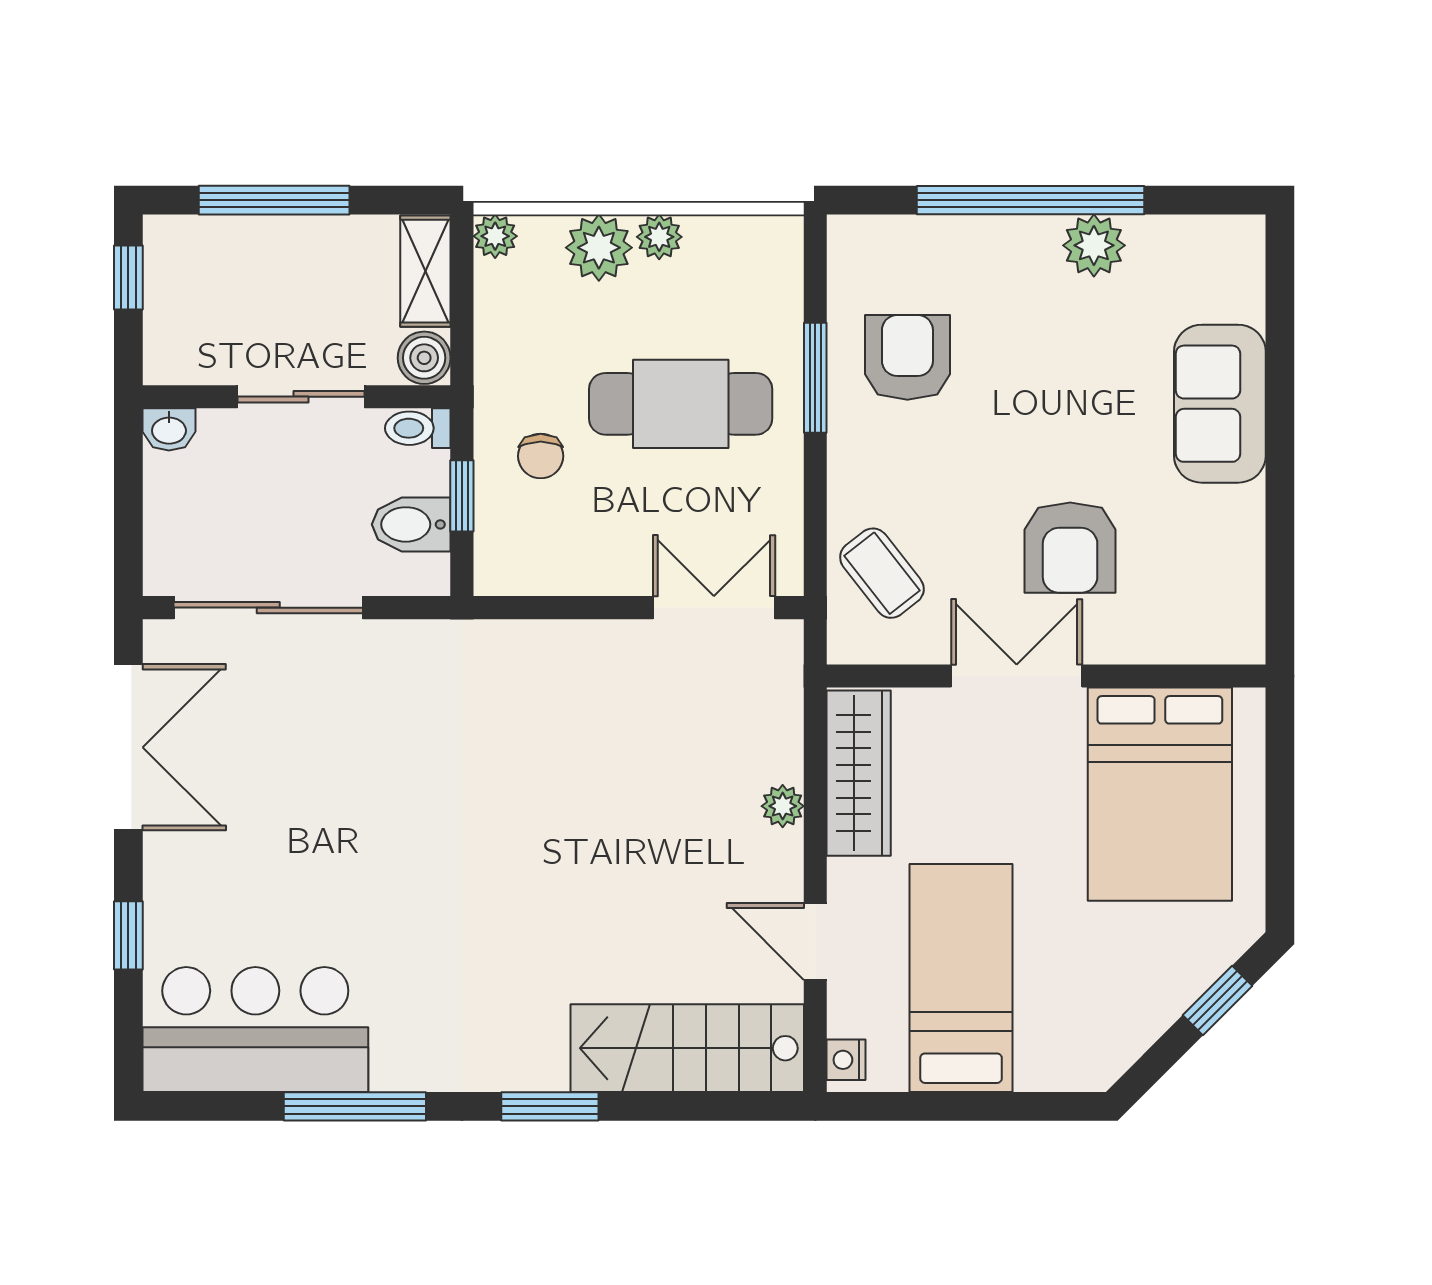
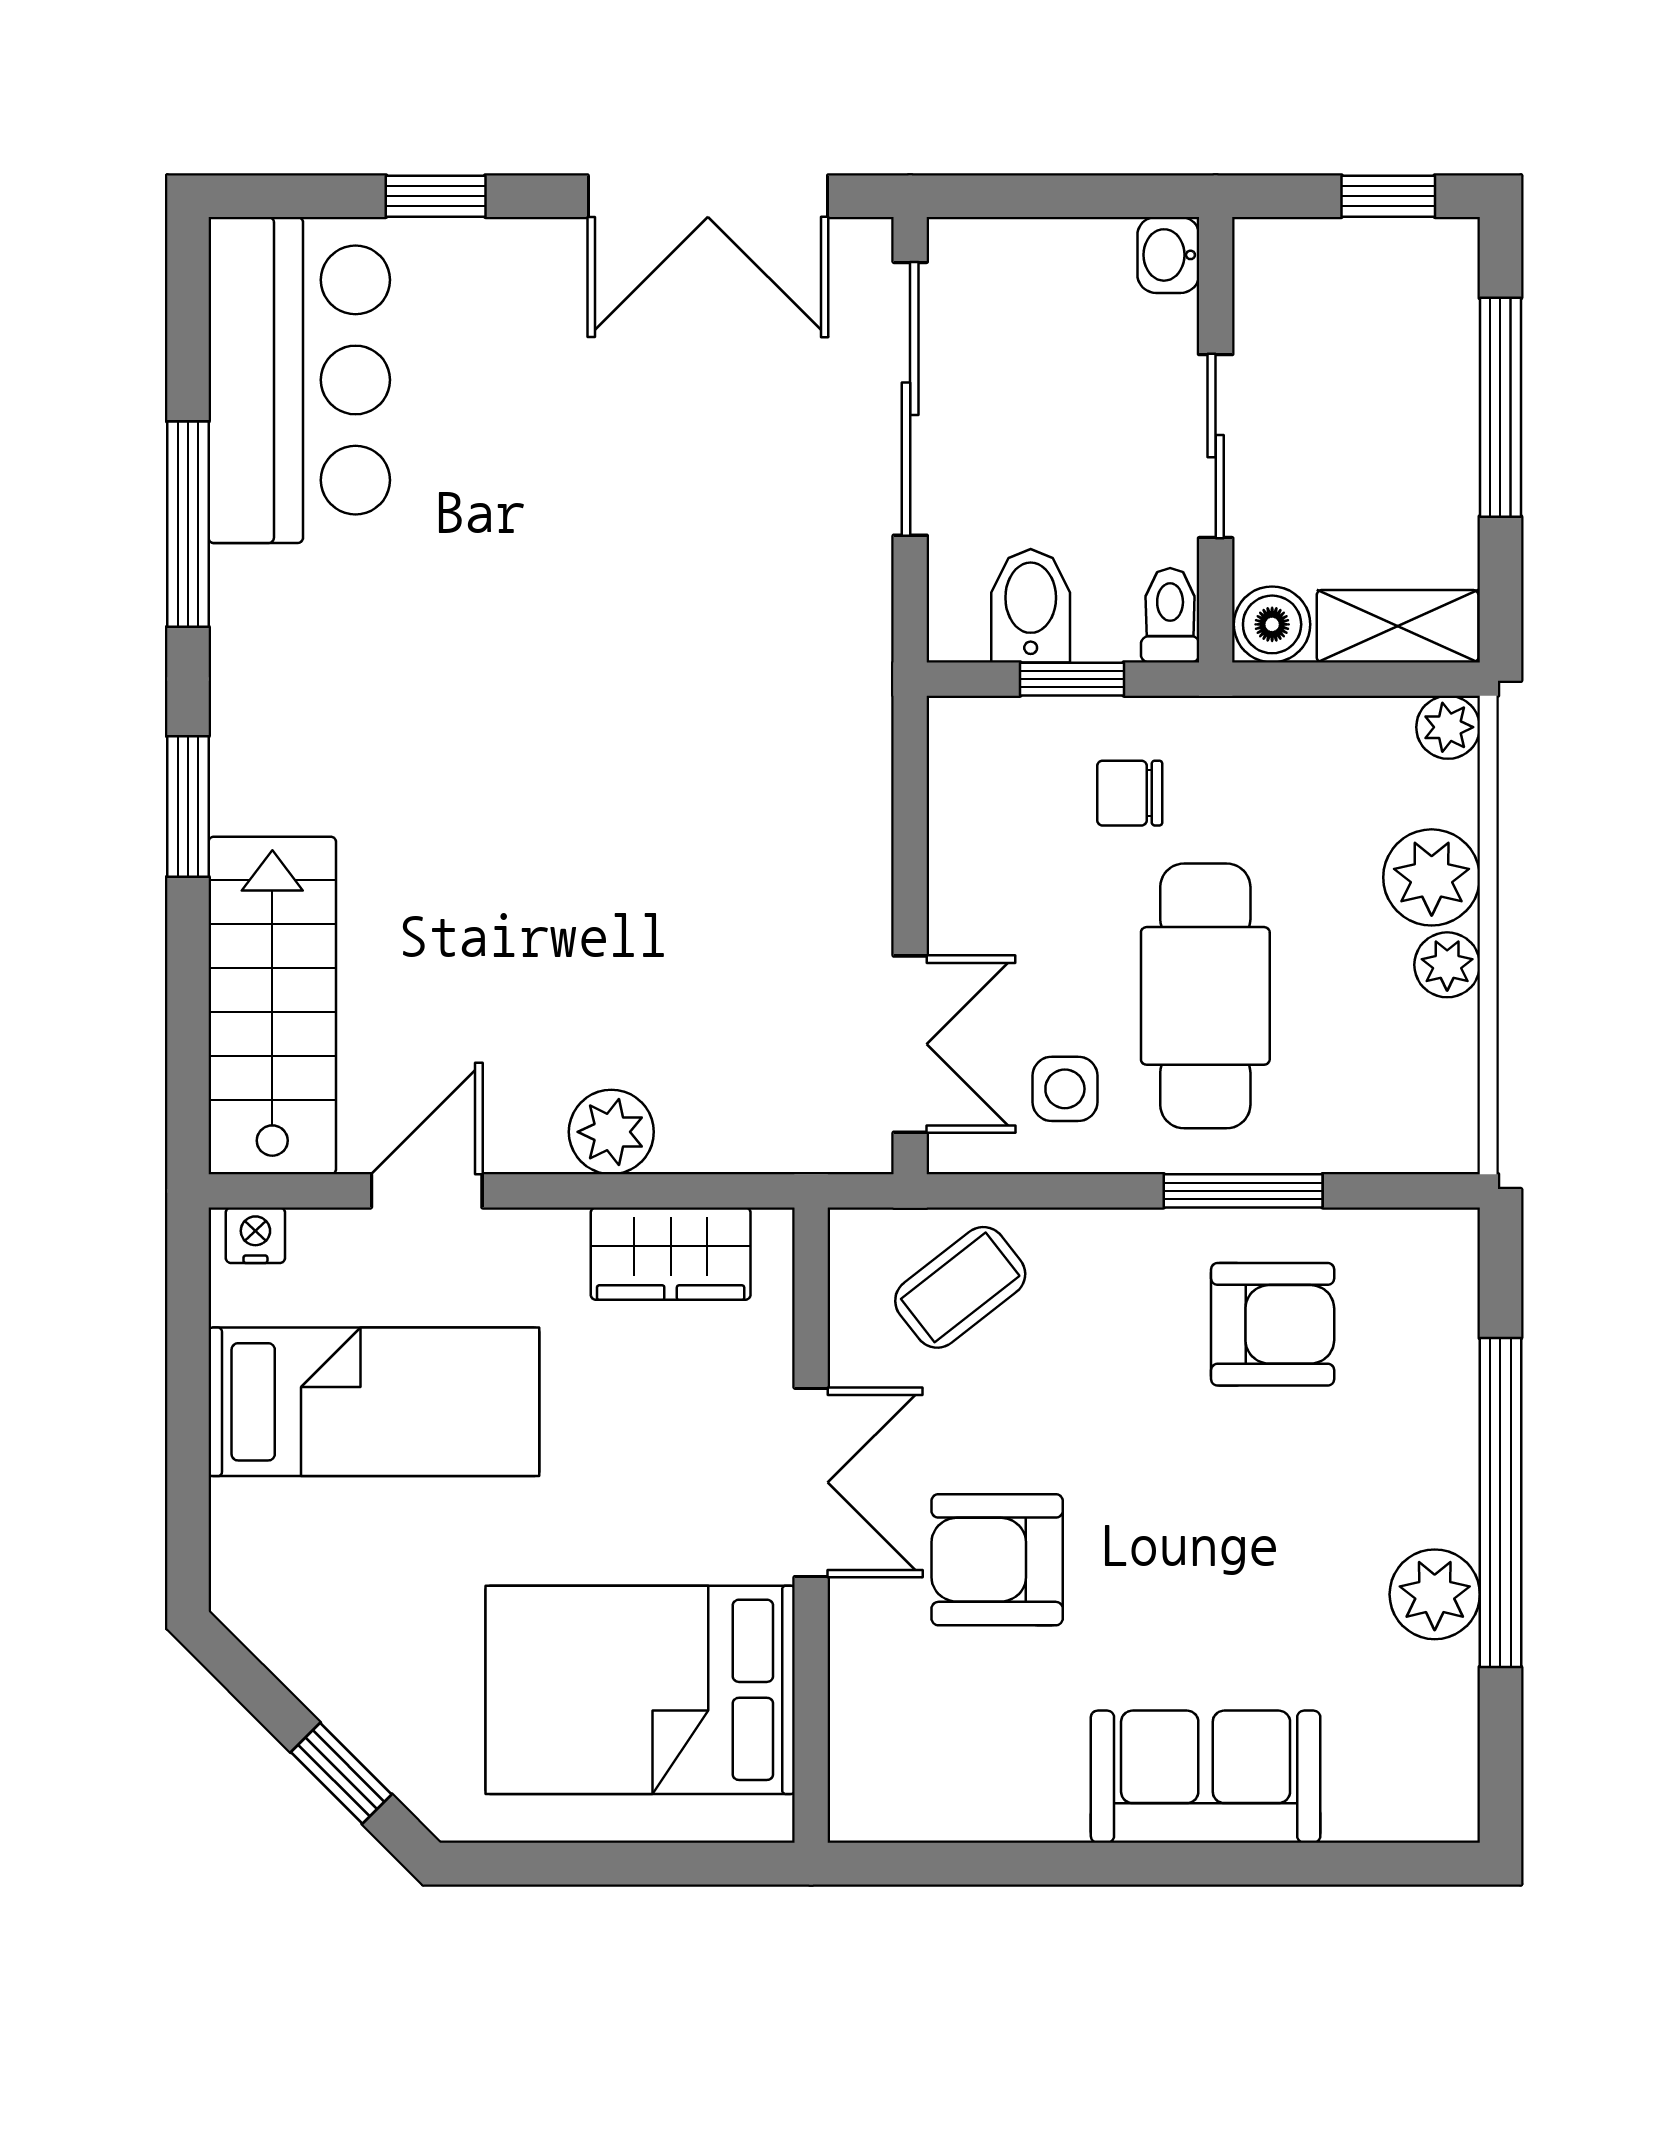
side table: (745, 501) -> (1065, 1089), added
wardrobe: (859, 773) -> (671, 1254), width x0.67
plant: (783, 806) -> (611, 1132), width x1.38, depth x1.38

